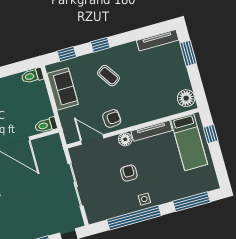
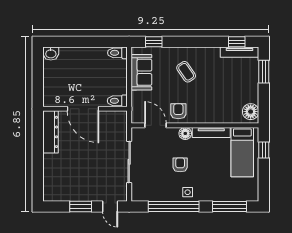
window: (100, 45) -> (237, 42), moved
armchair: (112, 118) -> (178, 111), turned -85

